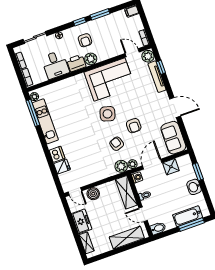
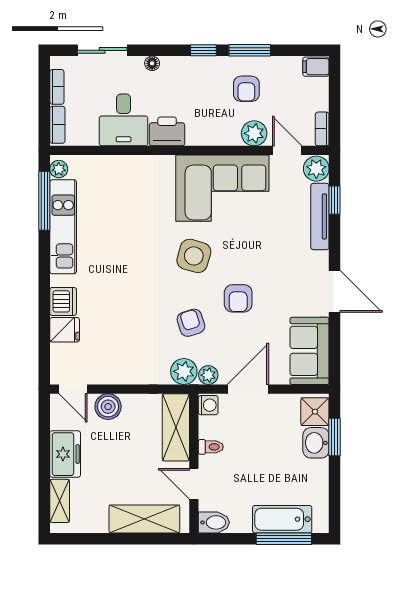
armchair: (85, 40) -> (246, 89), moved
plant: (91, 59) -> (254, 133), moved
shower: (171, 167) -> (315, 412), moved
washbasin: (194, 187) -> (316, 443), moved

